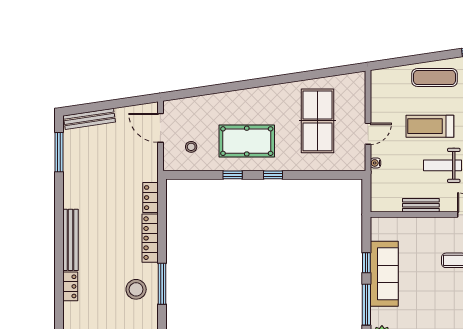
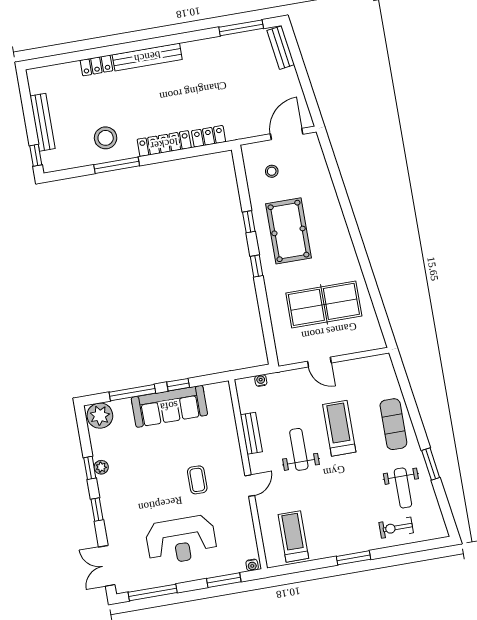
bench: (89, 119) -> (281, 48), width x0.73
water cooler: (375, 163) -> (261, 381), moved

